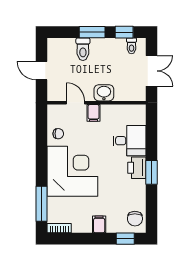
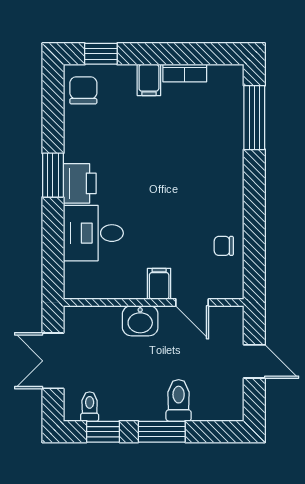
corner desk: (72, 171) -> (198, 177), removed
bookcase: (59, 228) -> (185, 73), moved

